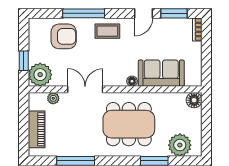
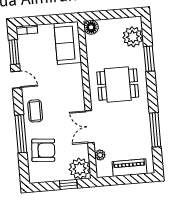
armchair: (64, 36) -> (43, 150), turned 94
sofa: (161, 73) -> (68, 43), moved
floor lamp: (132, 81) -> (79, 85), removed
dining table: (129, 124) -> (118, 85), width x0.73

